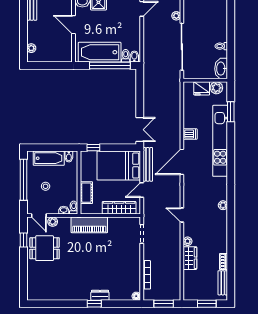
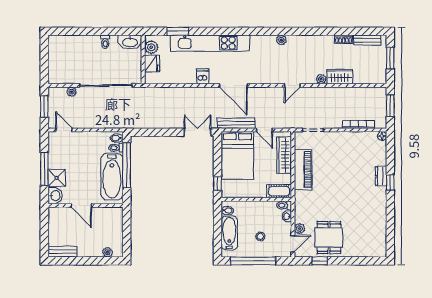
door: (73, 25) -> (81, 205), hinge flipped
cot: (86, 193) -> (279, 191), moved
piano: (89, 225) -> (303, 170), moved

